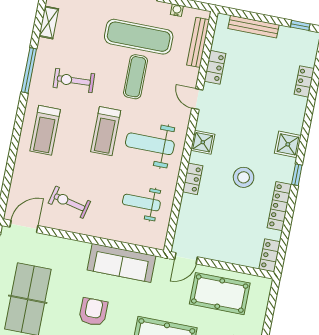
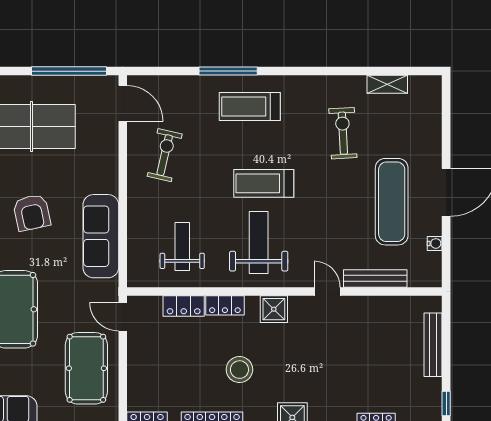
bench: (198, 42) -> (375, 278), moved
locker: (215, 67) -> (184, 306), moved
window: (29, 70) -> (228, 71), moved
exercise mat: (135, 77) -> (340, 208), removed
exercise bike: (74, 81) -> (343, 133), moved
door: (197, 99) -> (327, 291), hinge flipped
armchair: (93, 312) -> (32, 213), turned 78

